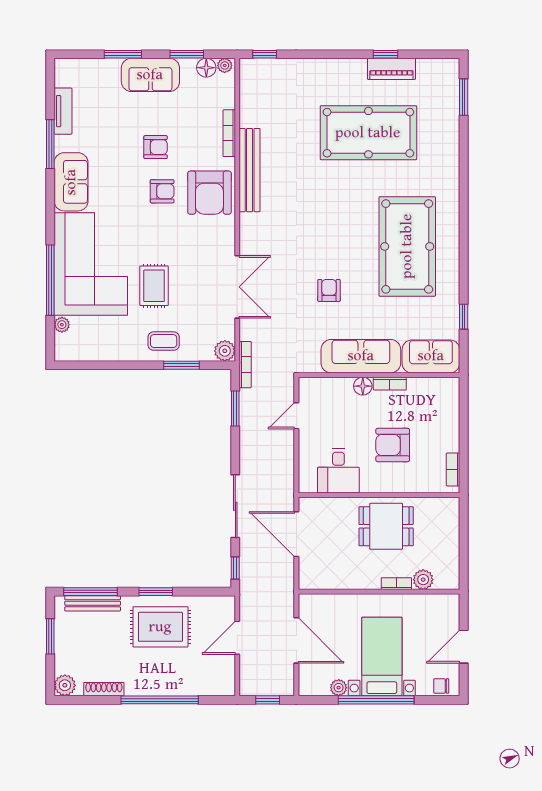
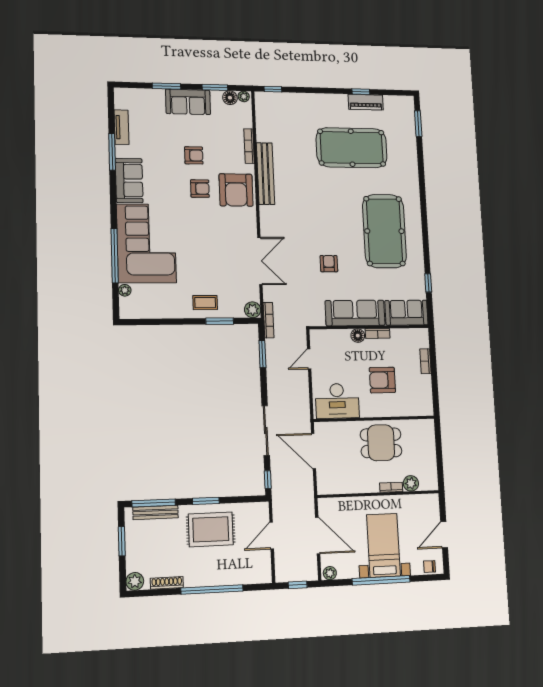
rug: (154, 286) -> (196, 260), removed
bookcase: (453, 469) -> (426, 361), moved
desk: (338, 471) -> (337, 401), width x1.37
plant: (339, 688) -> (330, 573), moved

